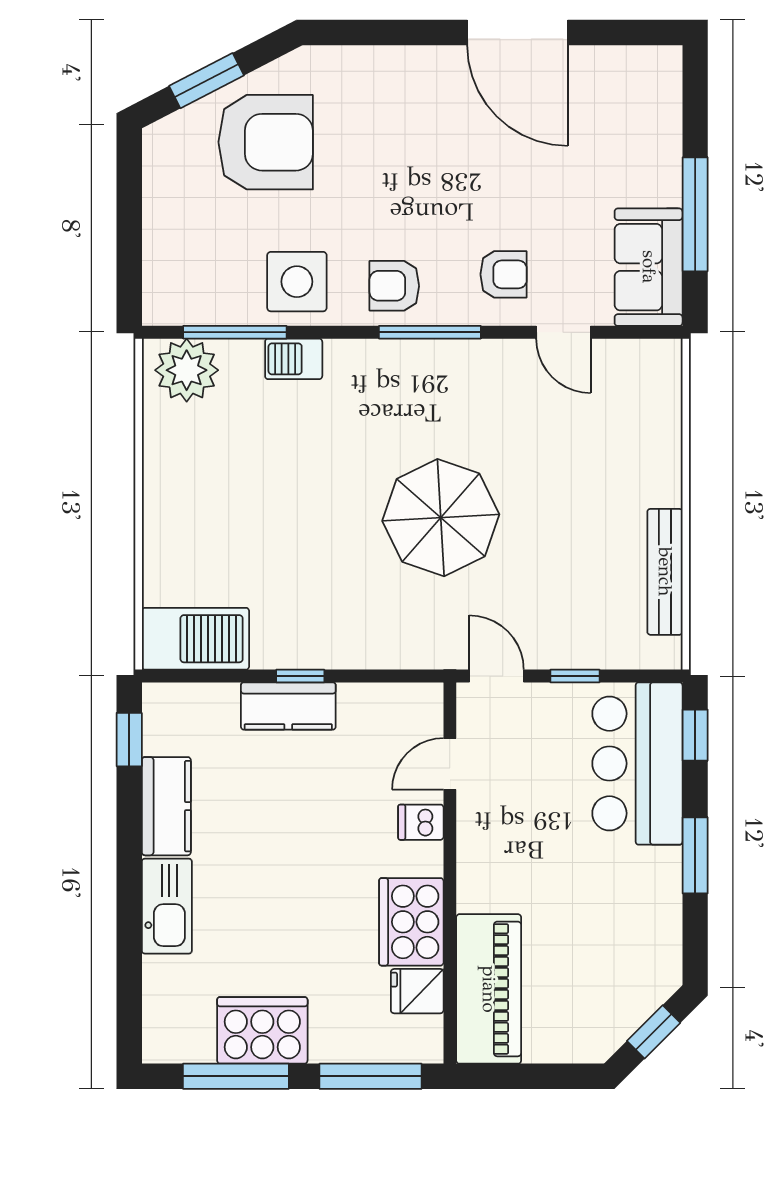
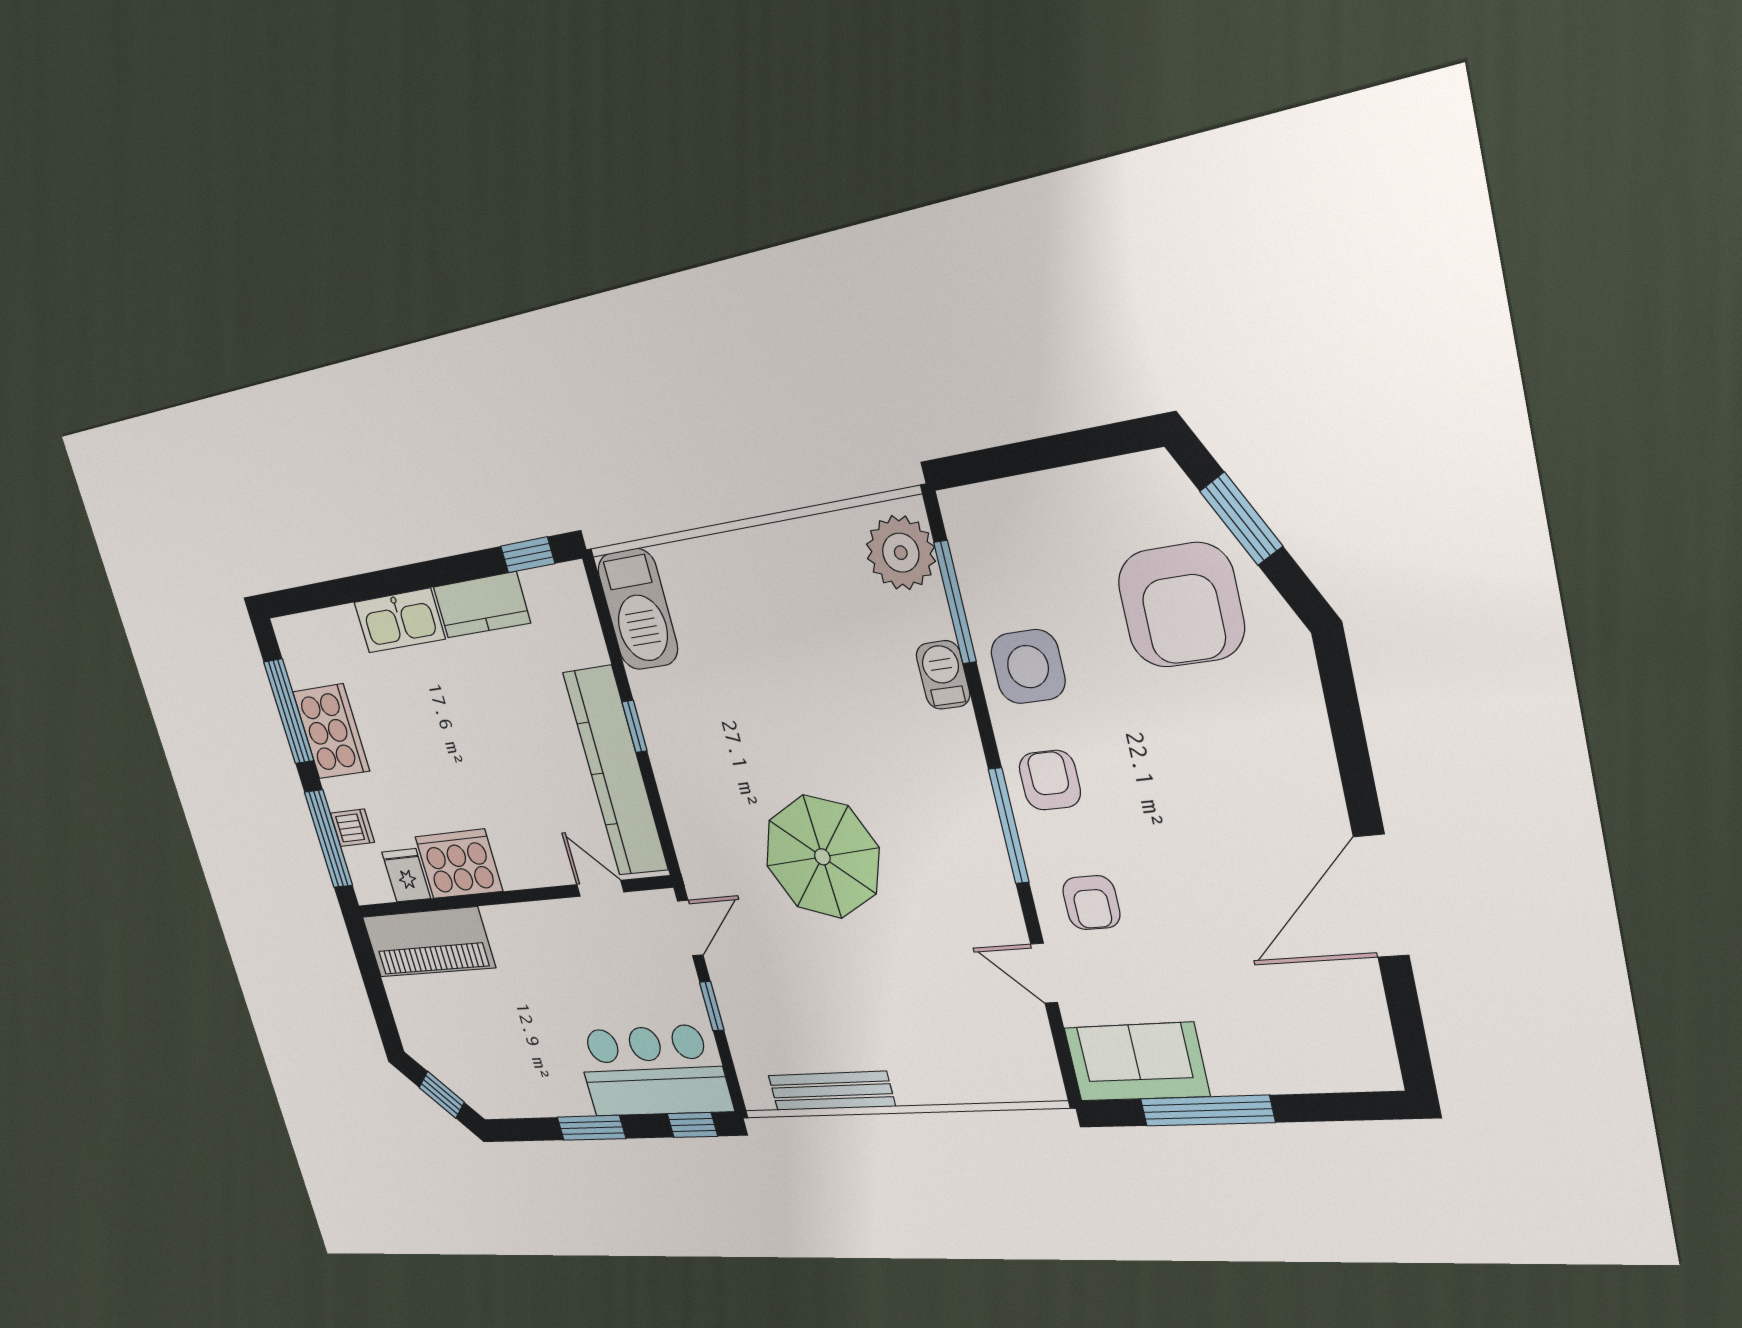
door: (563, 332) -> (1044, 973), hinge flipped
kitchen counter: (288, 706) -> (616, 772), width x2.08, depth x1.17
dishwasher: (421, 822) -> (352, 828), moved, turned 90

